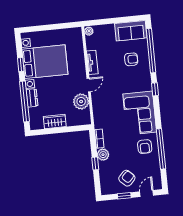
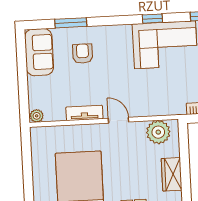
window: (151, 51) -> (71, 23), width x0.47
window: (155, 89) -> (152, 19), moved
plant: (81, 102) -> (158, 132), moved

